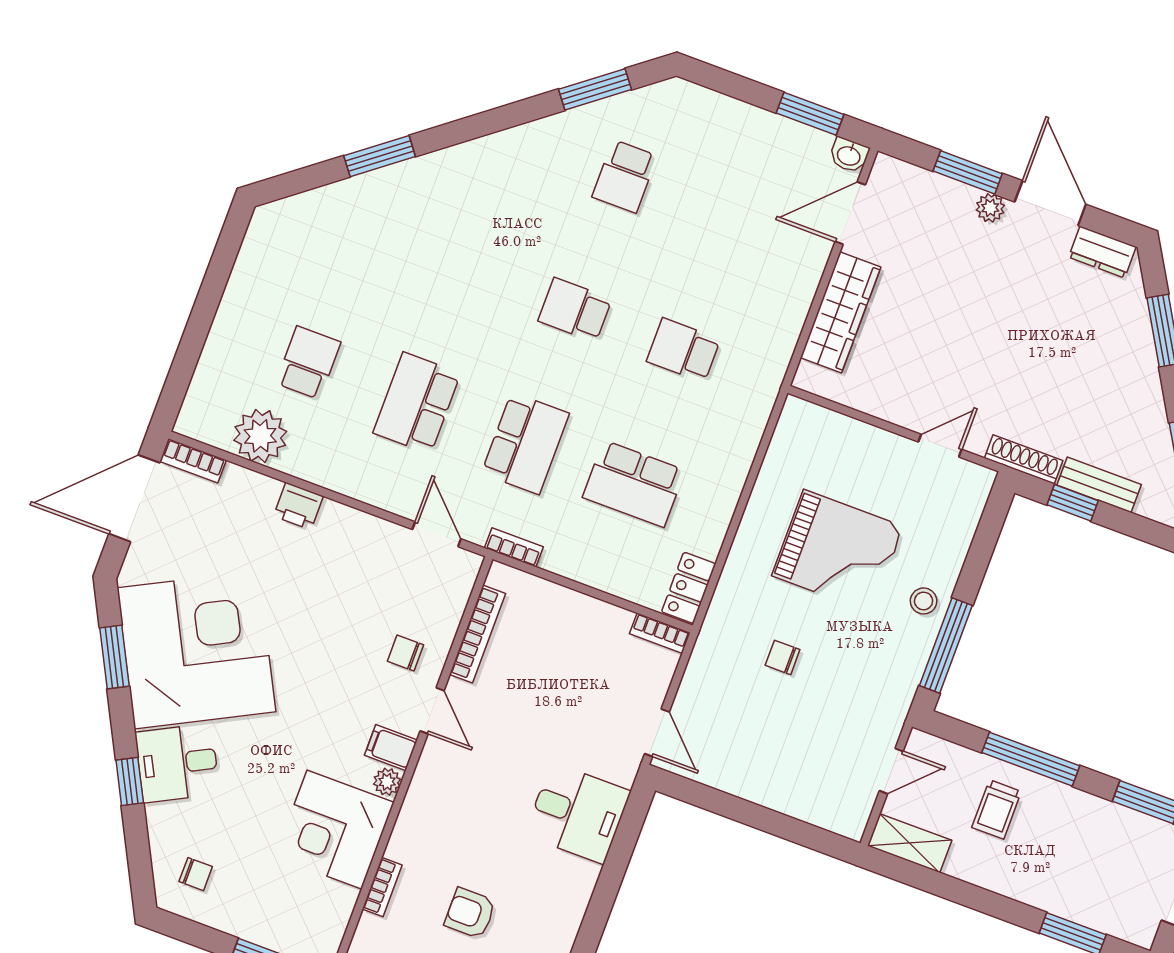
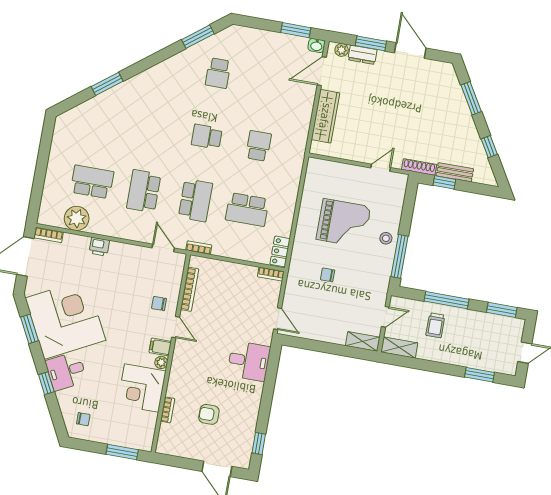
plant: (990, 208) -> (342, 50), moved
dresser: (1102, 252) -> (362, 55), moved
school desk: (683, 350) -> (258, 146), turned 90
school desk: (308, 363) -> (92, 182), width x1.85
shelving: (832, 816) -> (363, 341), added

